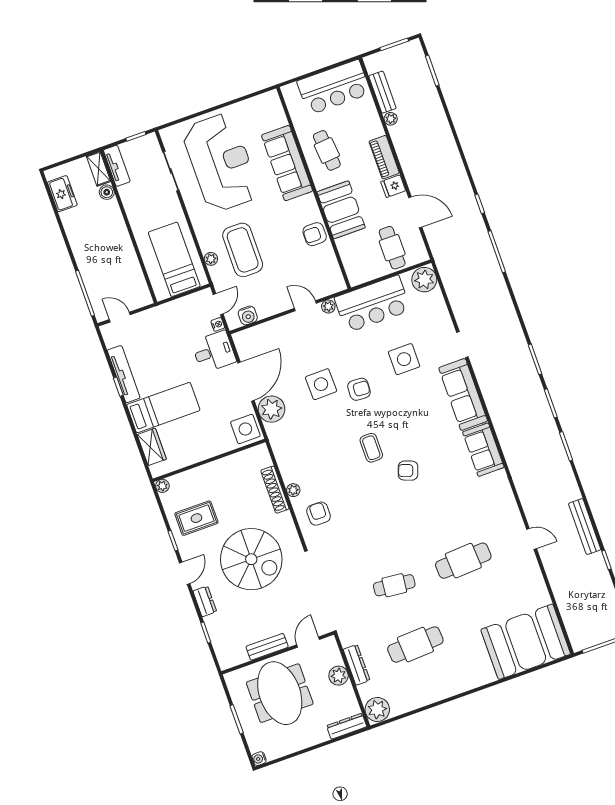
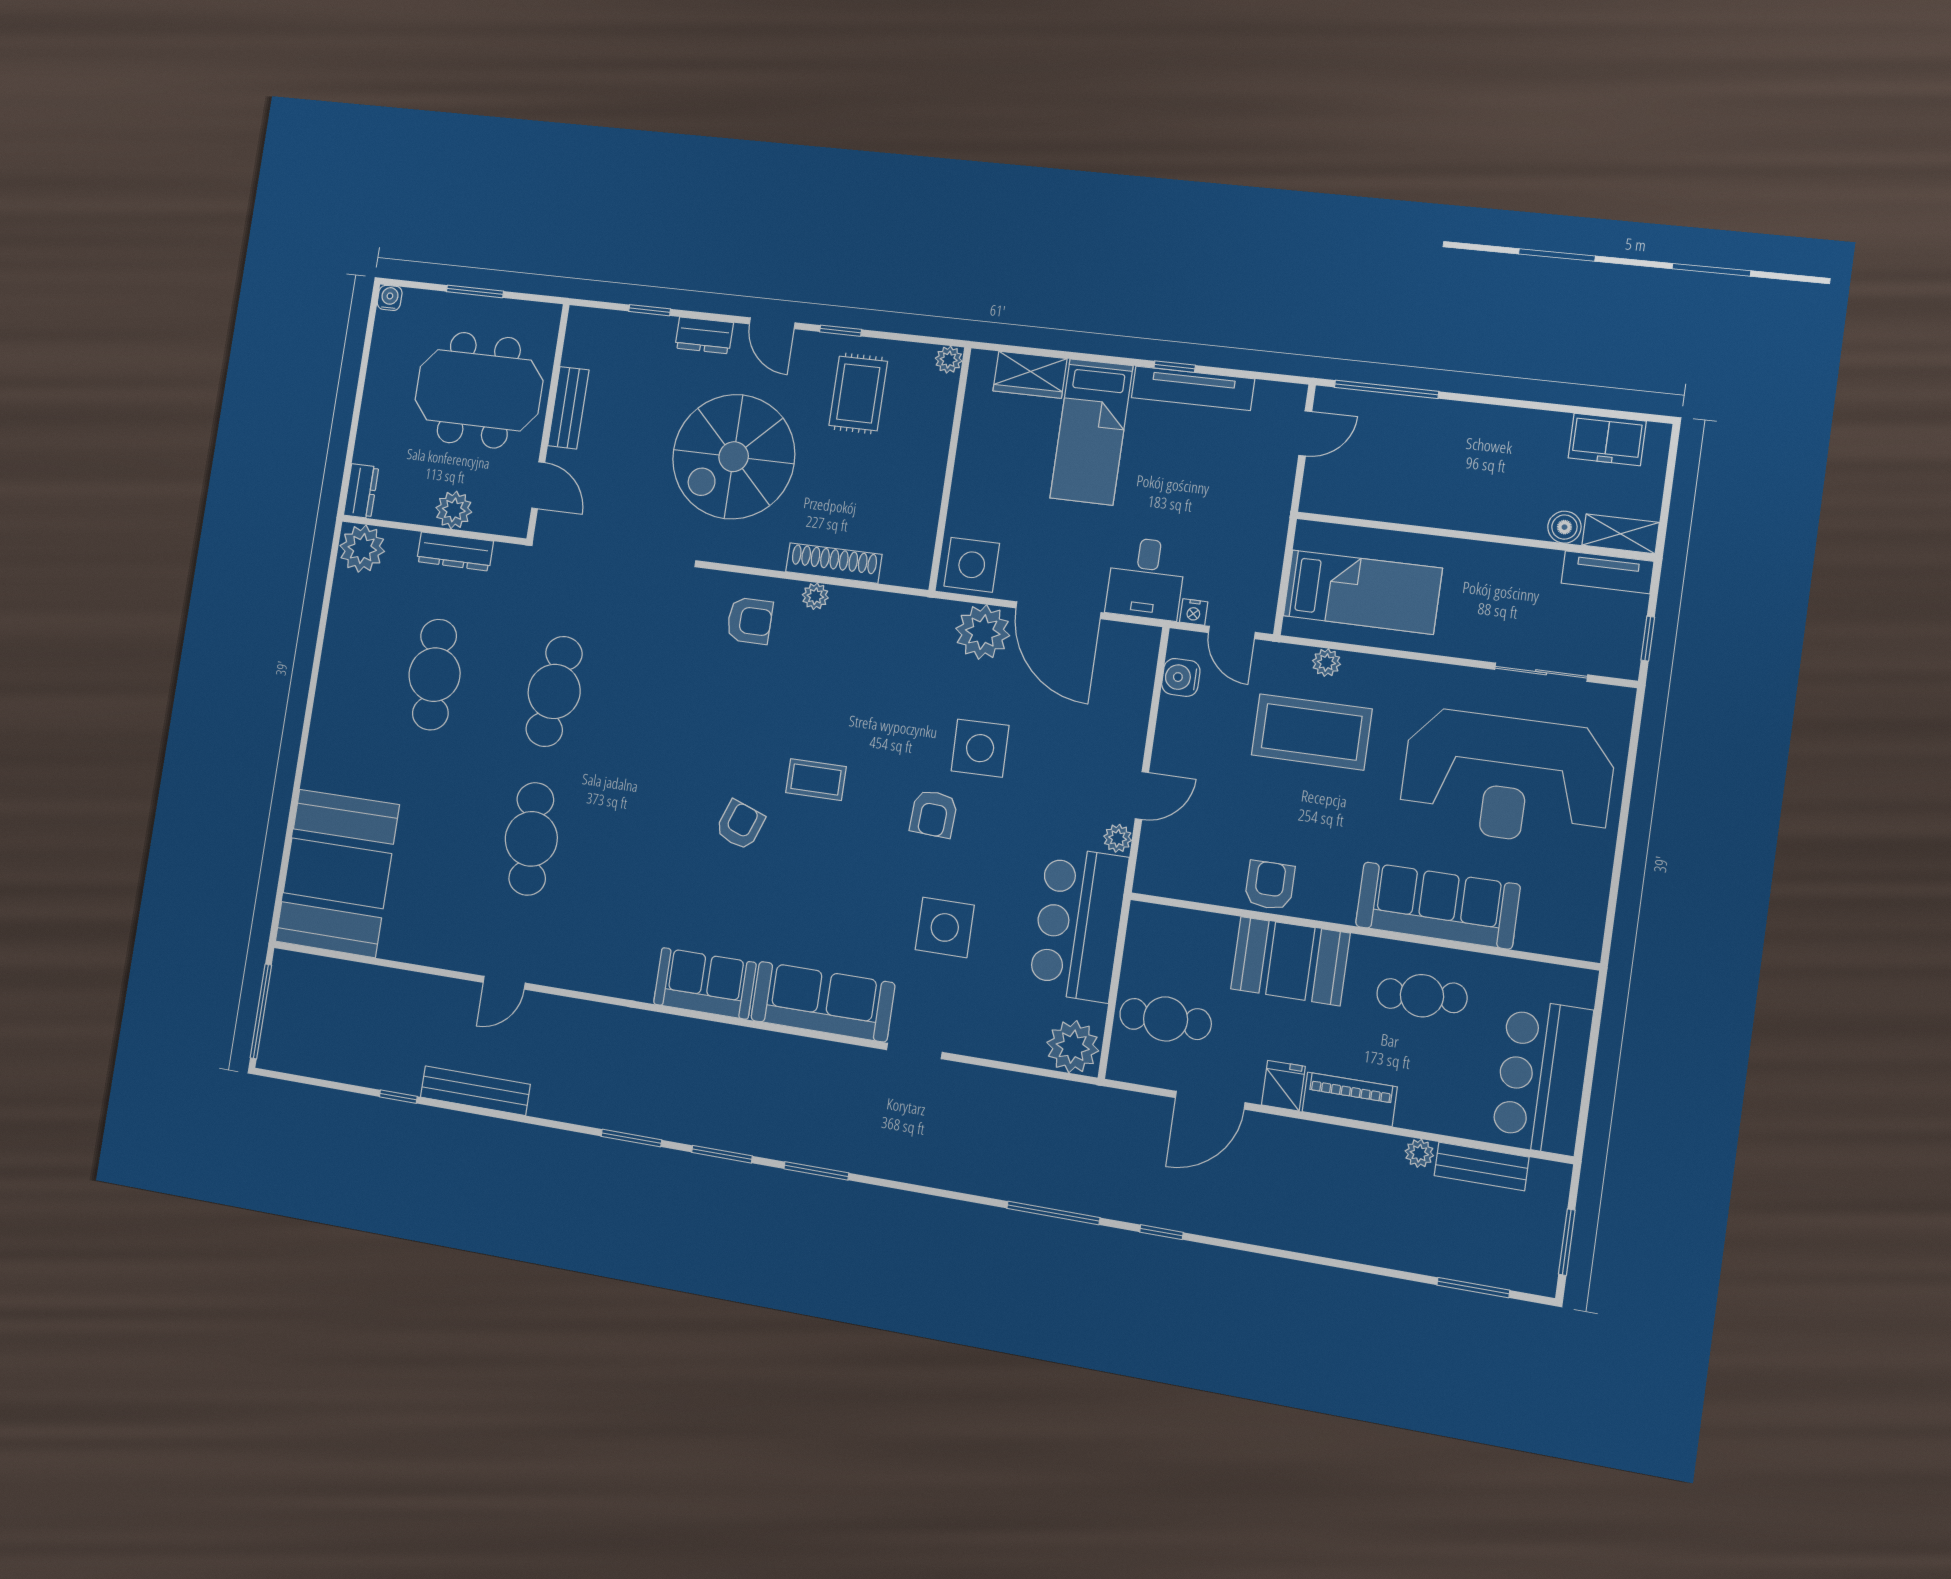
cafe table: (394, 585) -> (554, 691), width x1.37, depth x1.35
dresser: (347, 726) -> (361, 491), width x0.70

